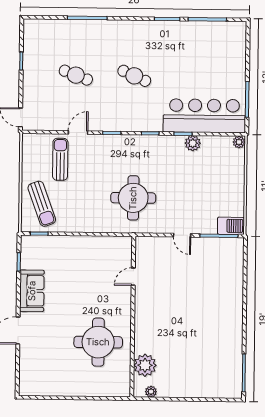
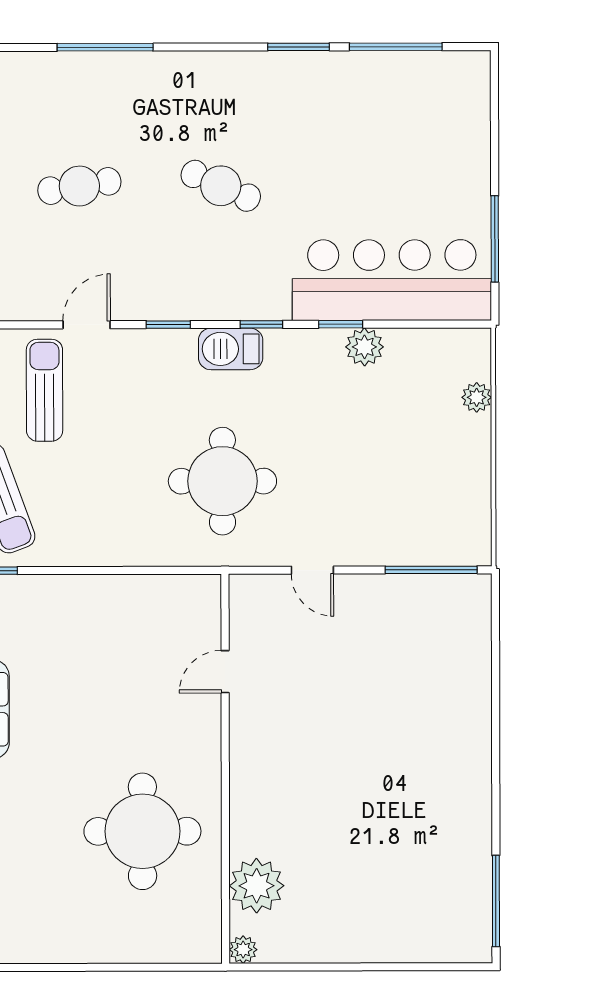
cafe table: (76, 75) -> (79, 186), turned -30
plant: (239, 142) -> (477, 397), moved
barbecue: (231, 226) -> (231, 349), moved, turned 180
door: (182, 235) -> (312, 570), moved
plant: (151, 392) -> (243, 950), moved

